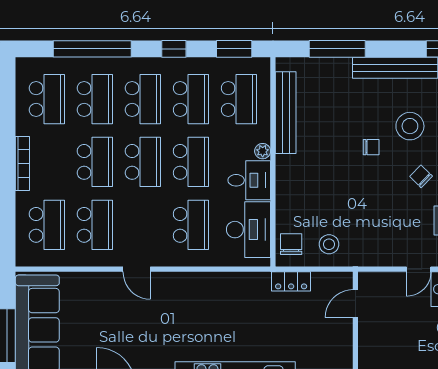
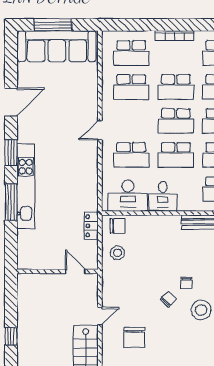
plant: (263, 151) -> (183, 206), removed
chair: (421, 176) -> (168, 299), moved
door: (137, 269) -> (100, 130), moved
door: (419, 269) -> (100, 316), swing flipped

